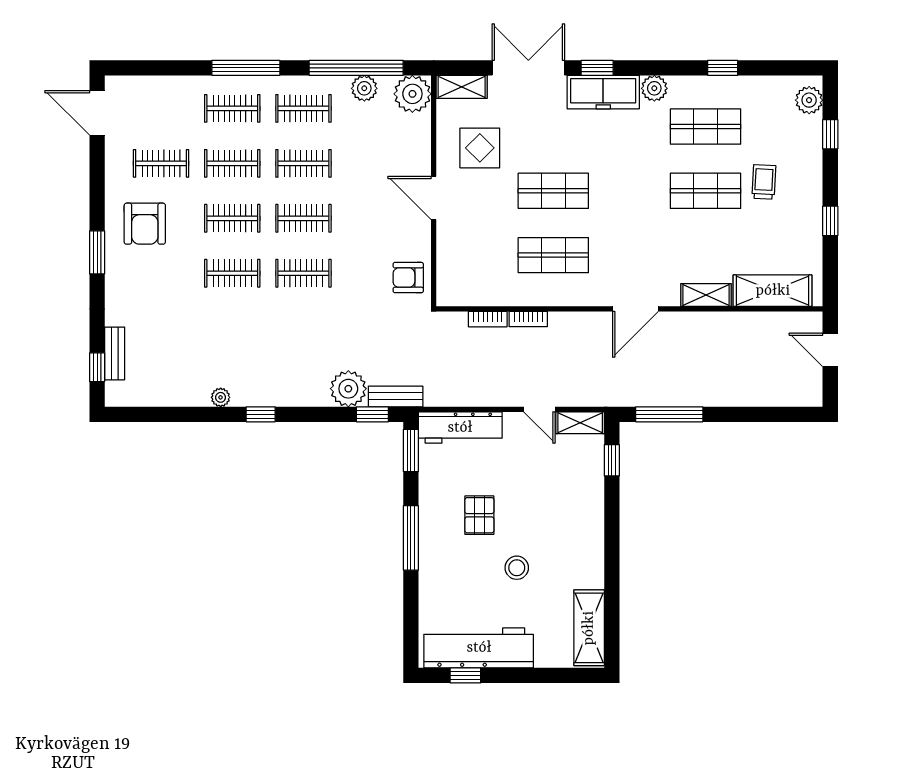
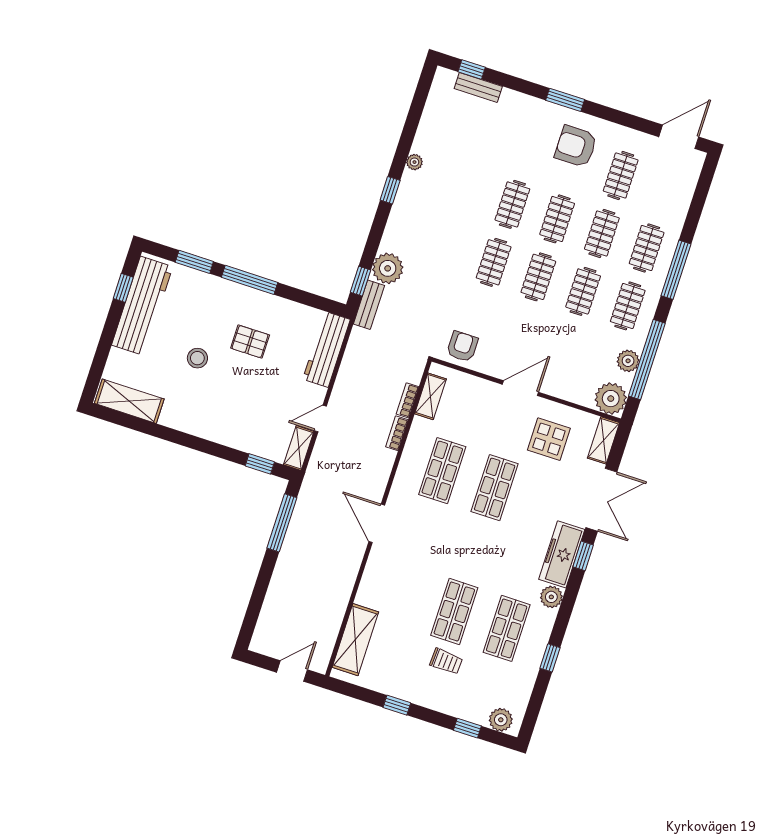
shelving: (706, 295) -> (430, 396), moved
window: (411, 451) -> (194, 262), moved

